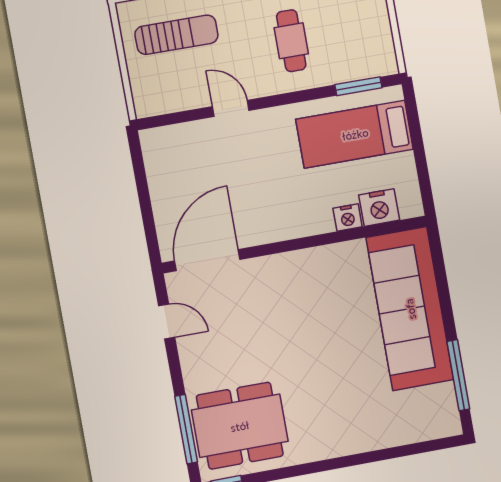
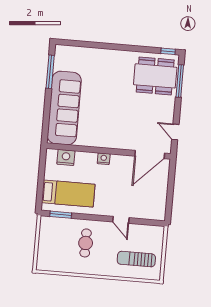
nightstand: (348, 218) -> (104, 159), moved

